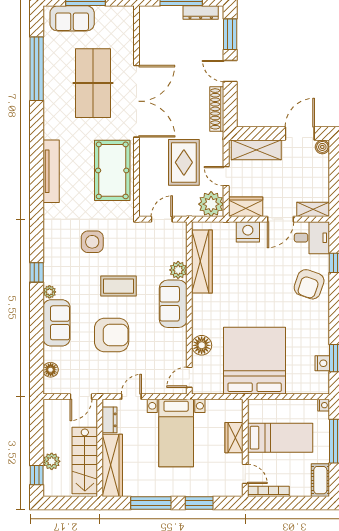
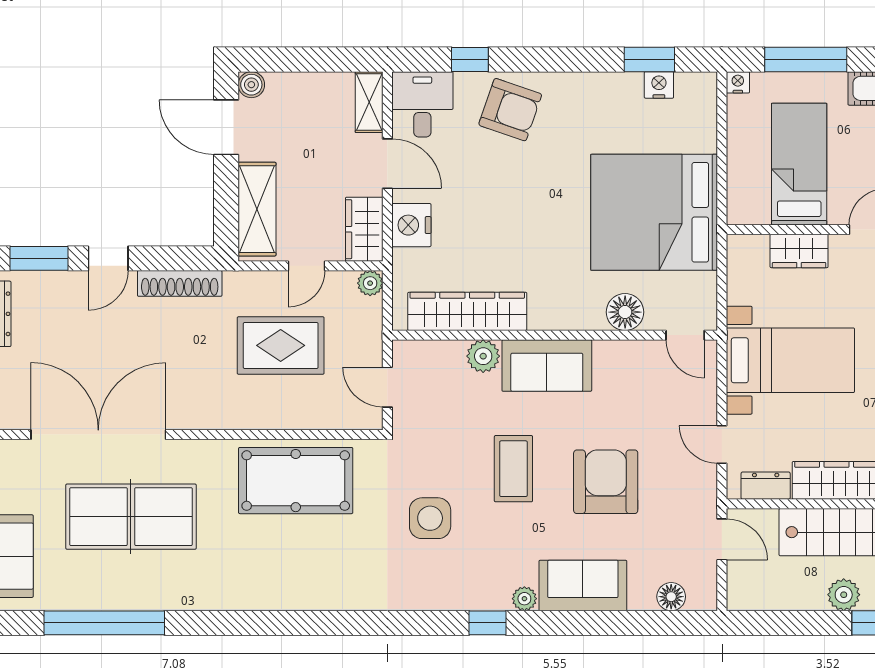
double door: (137, 101) -> (98, 435), moved
tv unit: (51, 171) -> (297, 596), removed
plant: (211, 204) -> (370, 283), width x0.53, depth x0.53

